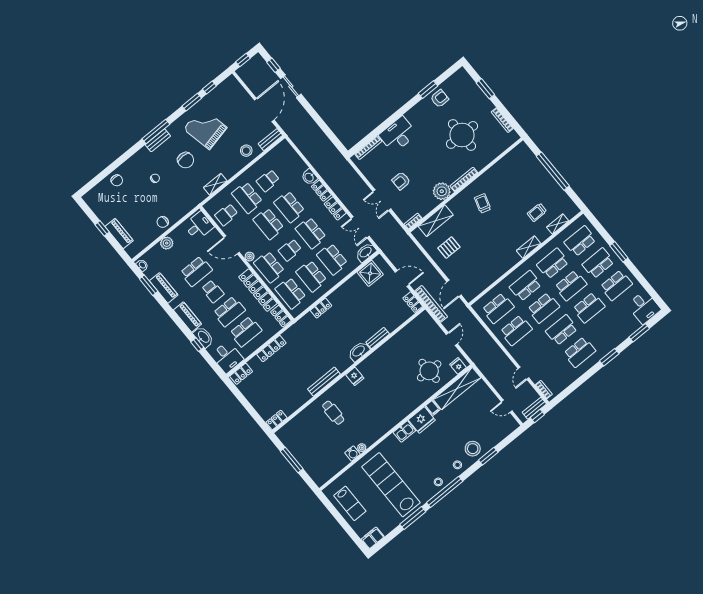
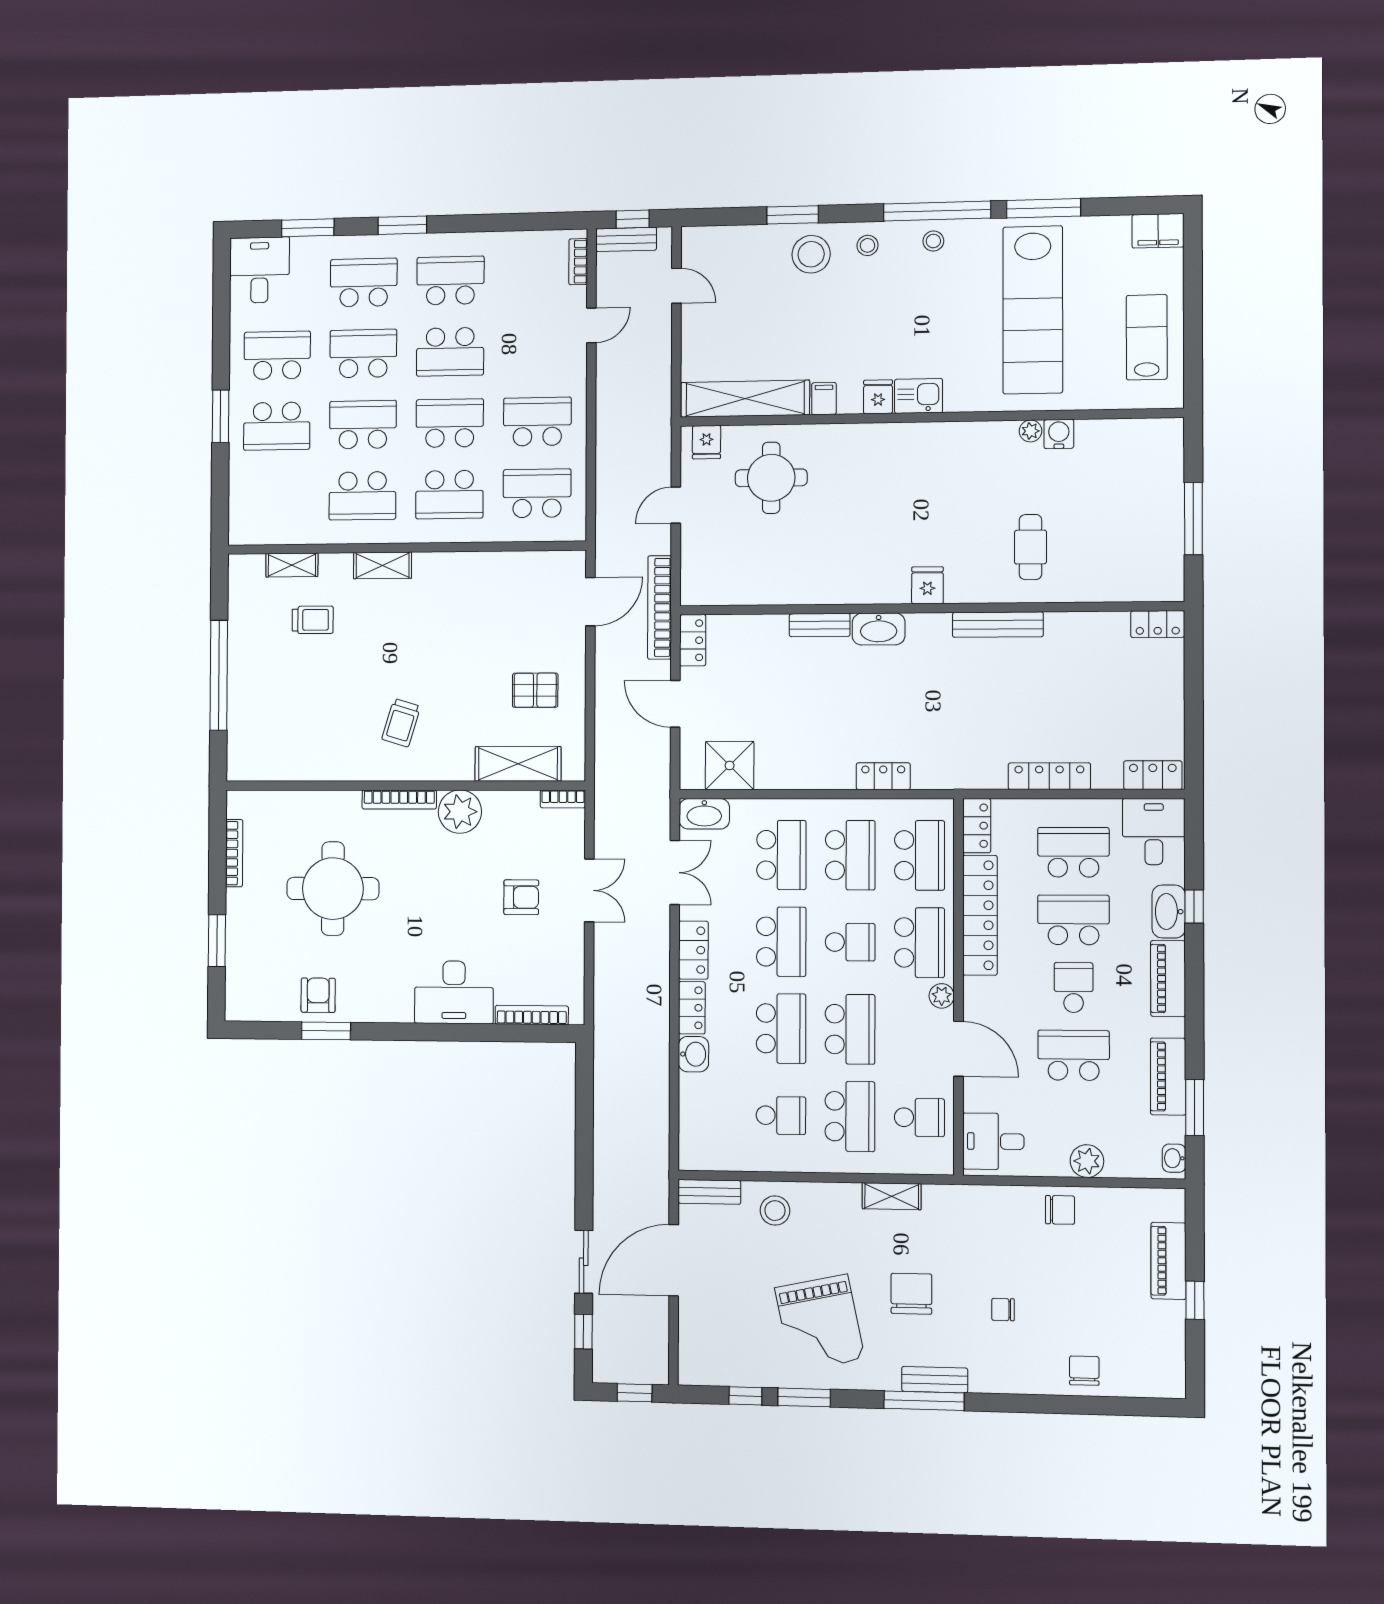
armchair: (440, 98) -> (318, 995), turned 90
school desk: (580, 241) -> (364, 283), moved, turned 180
fridge: (422, 420) -> (878, 397), width x0.53, depth x0.75

